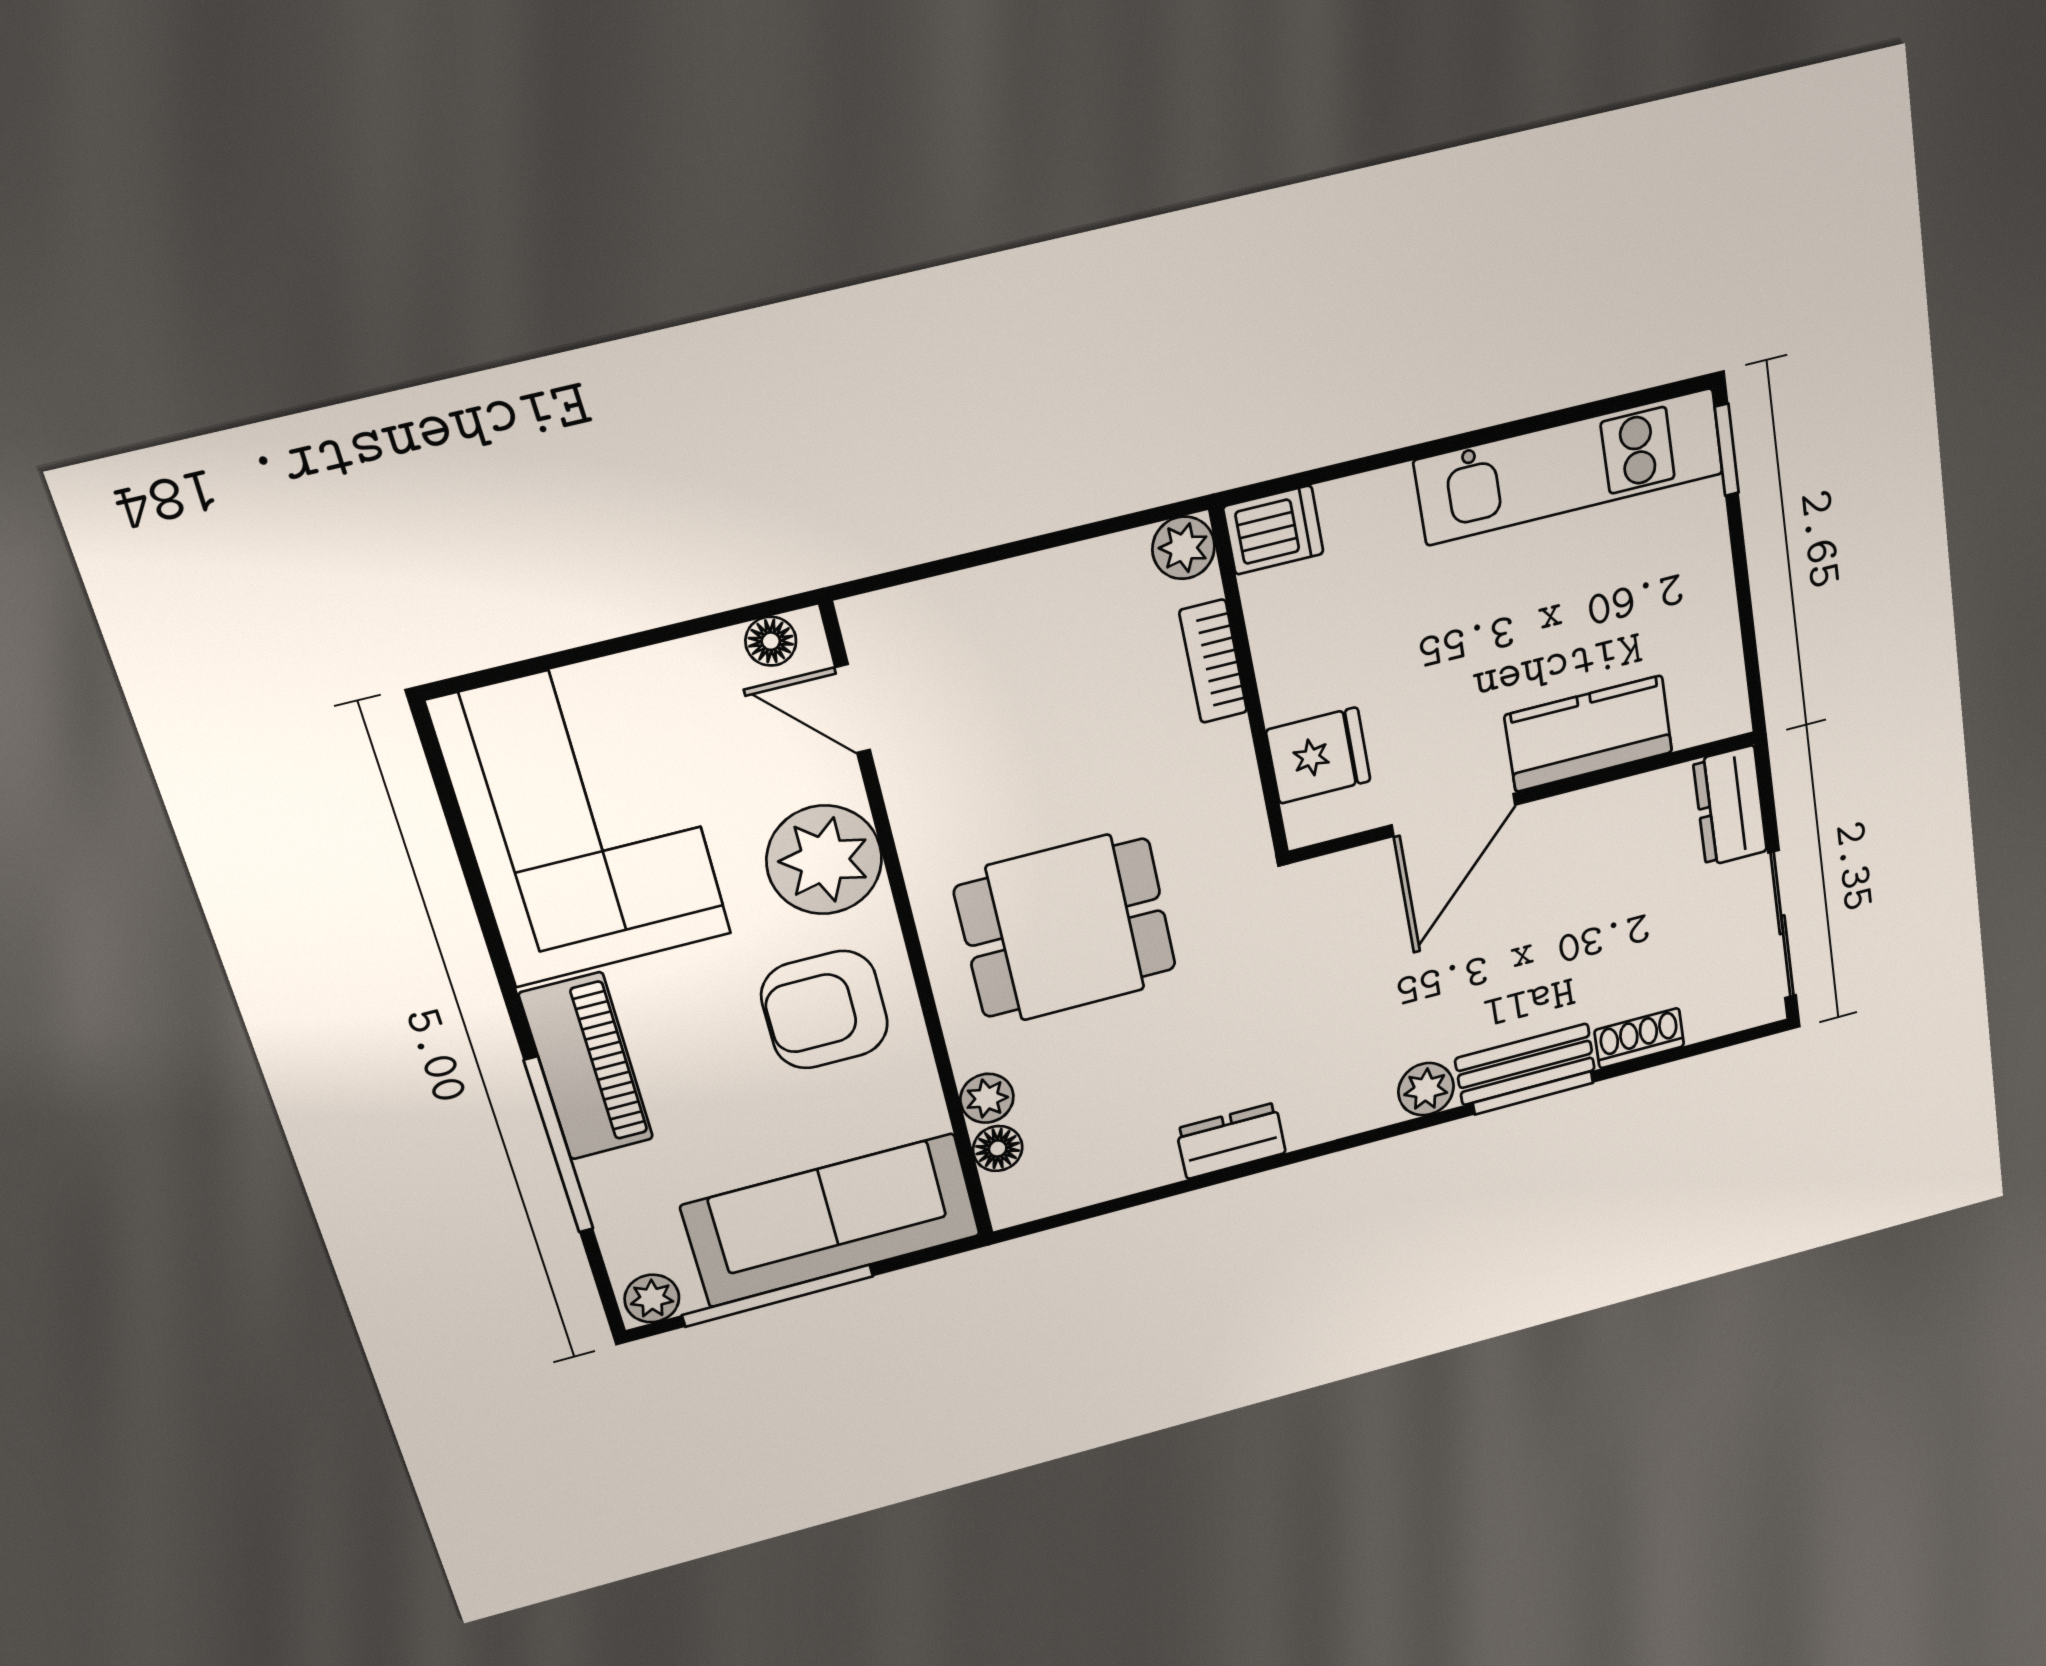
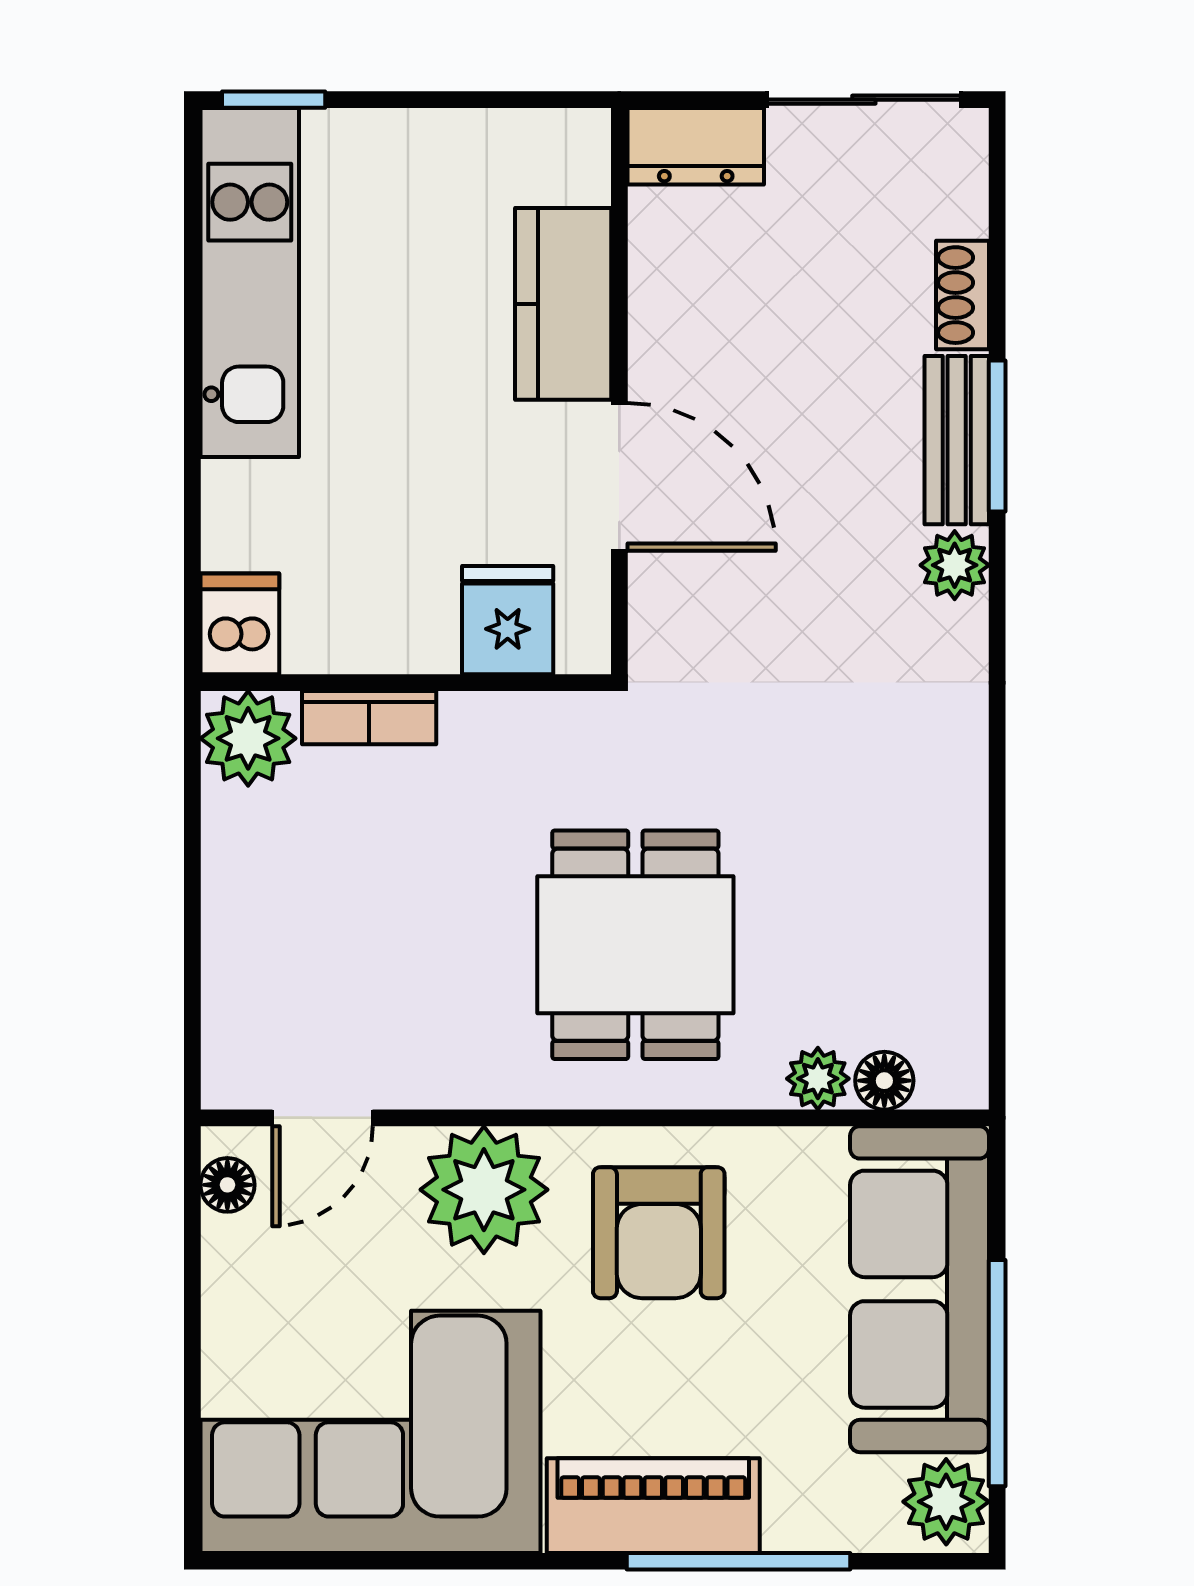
plant: (1183, 548) -> (248, 738), width x1.38, depth x1.38
dresser: (1231, 1141) -> (954, 809), removed
plant: (652, 1299) -> (946, 1502), width x1.38, depth x1.38

